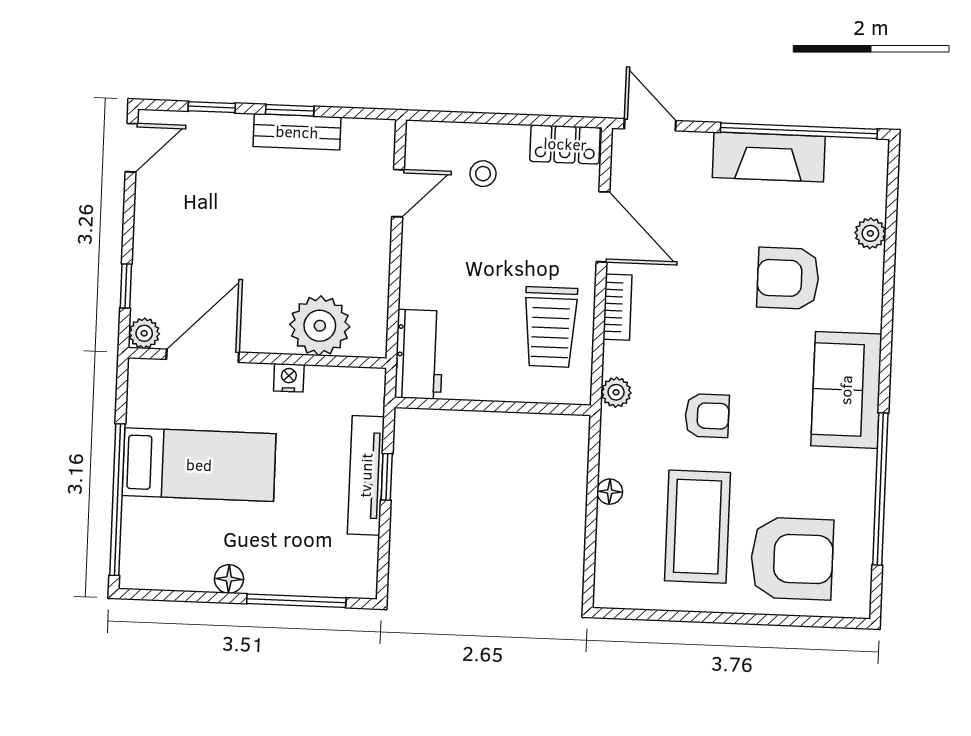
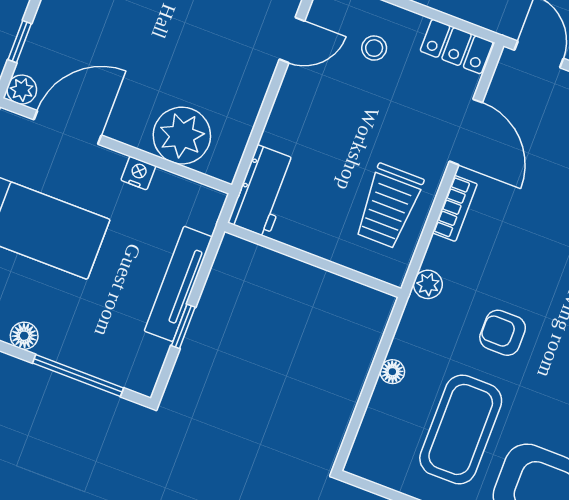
armchair: (707, 416) -> (503, 333), turned 180
window: (387, 477) -> (183, 326), moved

